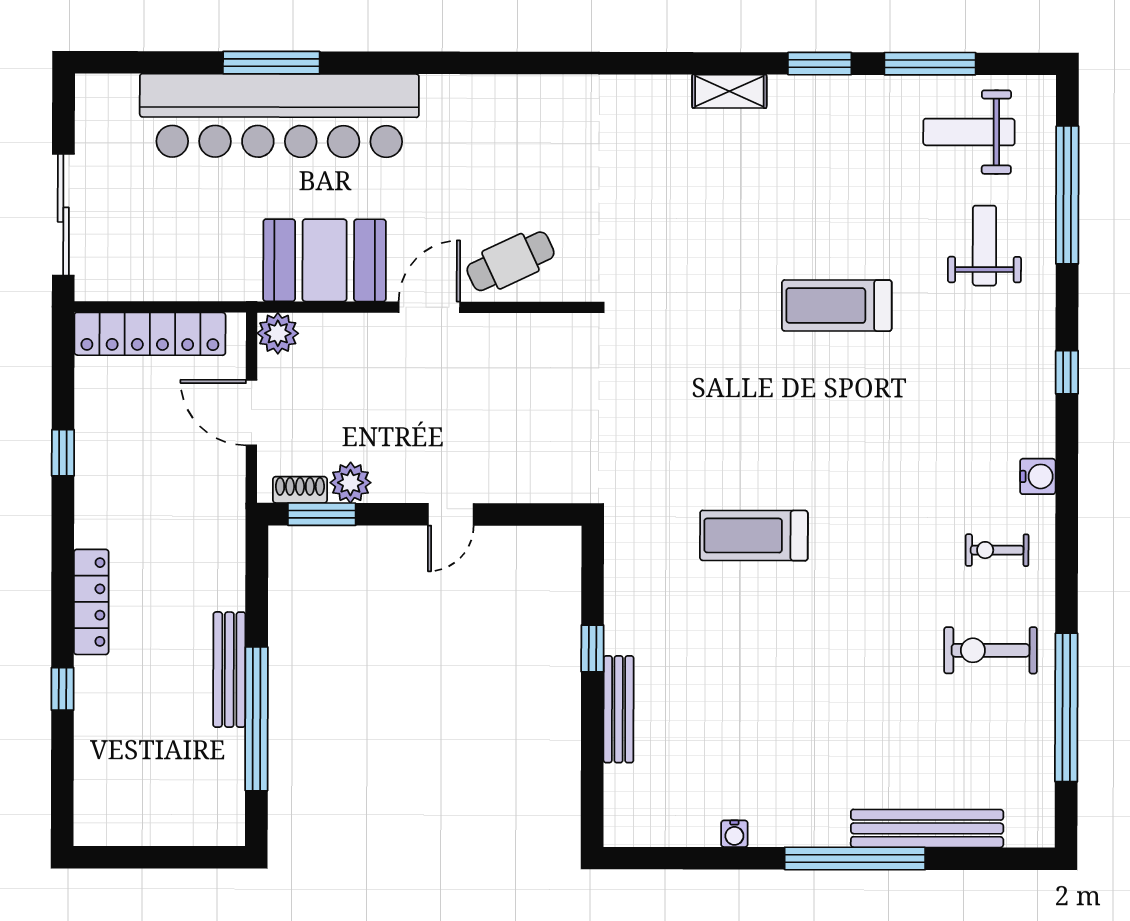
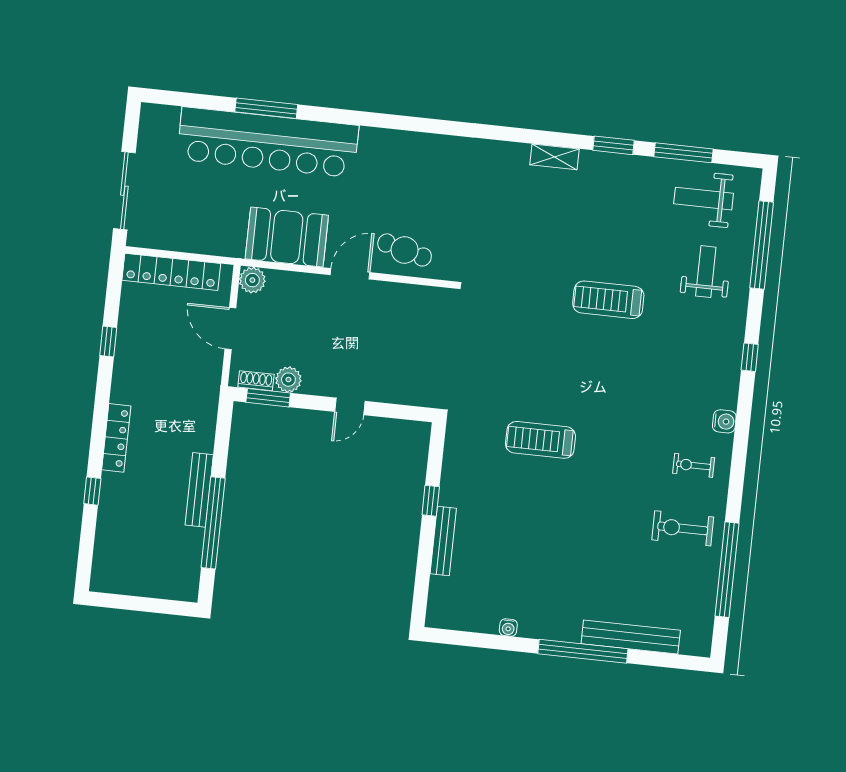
cafe table: (510, 261) -> (405, 250), turned 40

